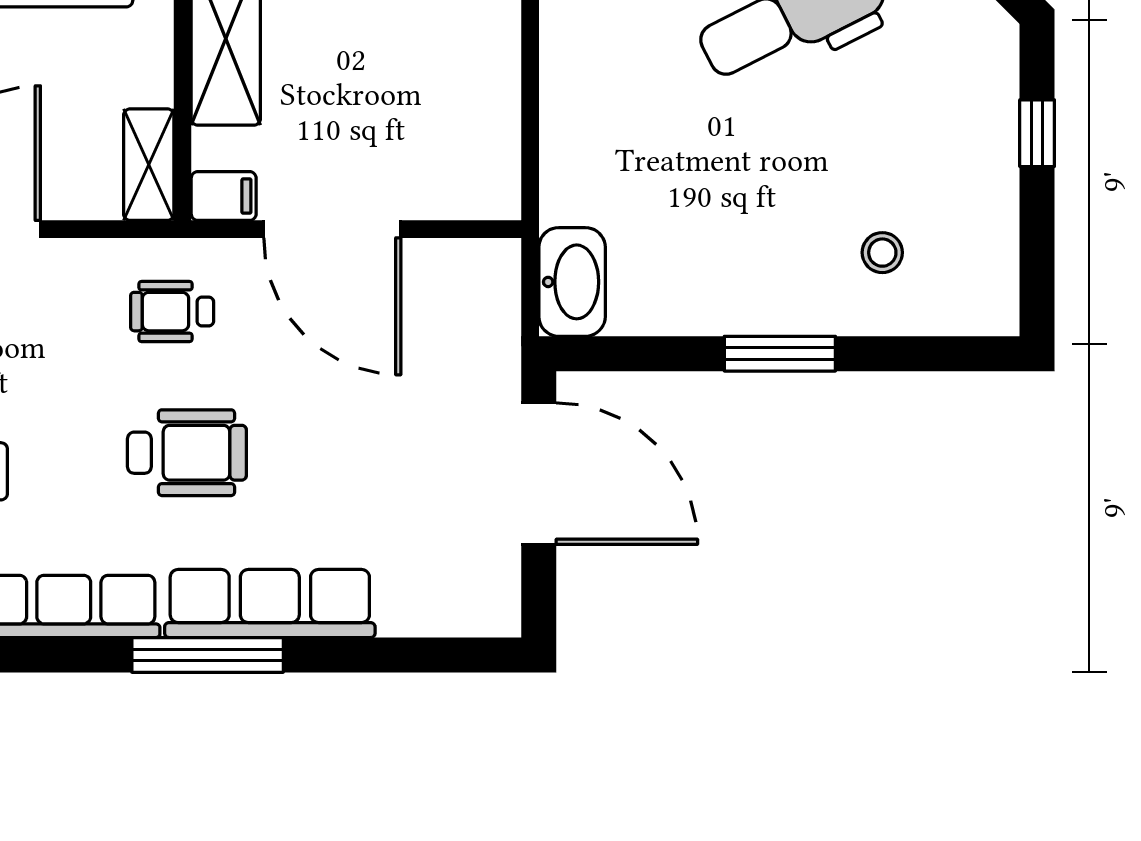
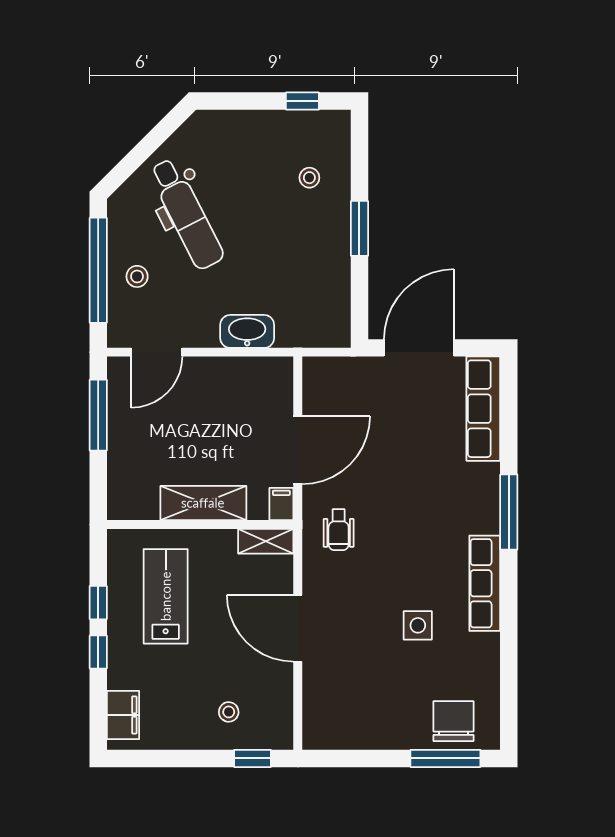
window: (1037, 133) -> (302, 101), moved
washbasin: (572, 282) -> (247, 331), moved
wheelchair: (187, 453) -> (409, 522), removed
row of seats: (270, 604) -> (483, 409), moved

